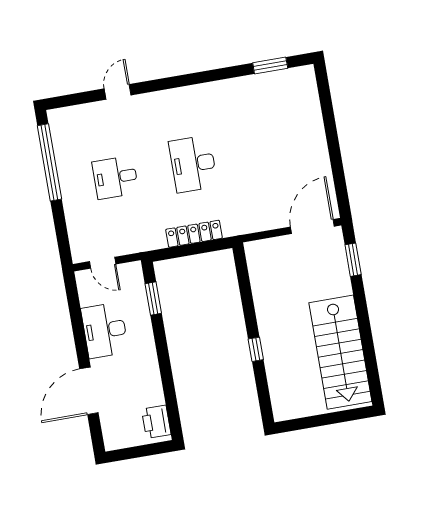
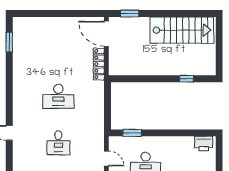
locker: (194, 234) -> (99, 64), moved
door: (103, 263) -> (106, 159), hinge flipped
window: (256, 349) -> (186, 79), moved

